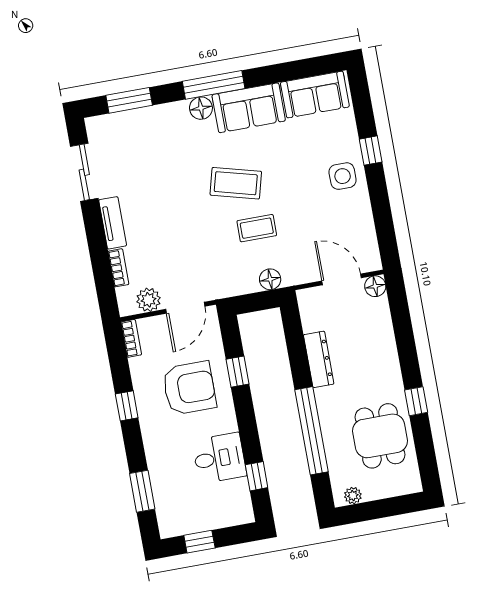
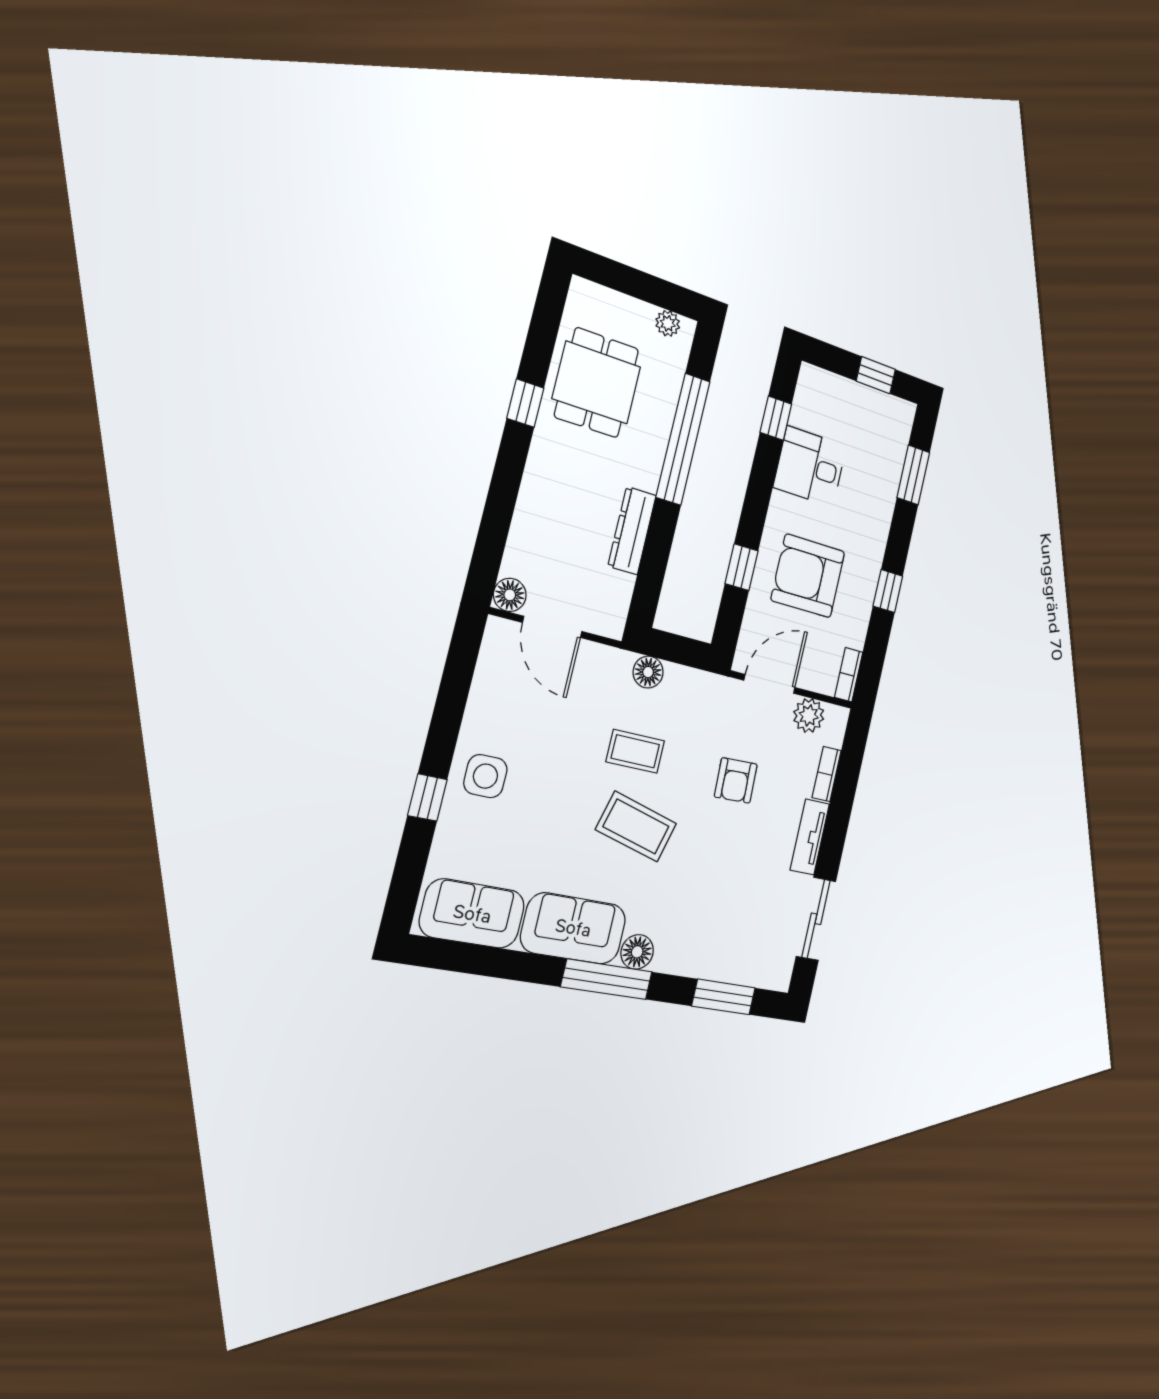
armchair: (182, 238) -> (736, 780), added

